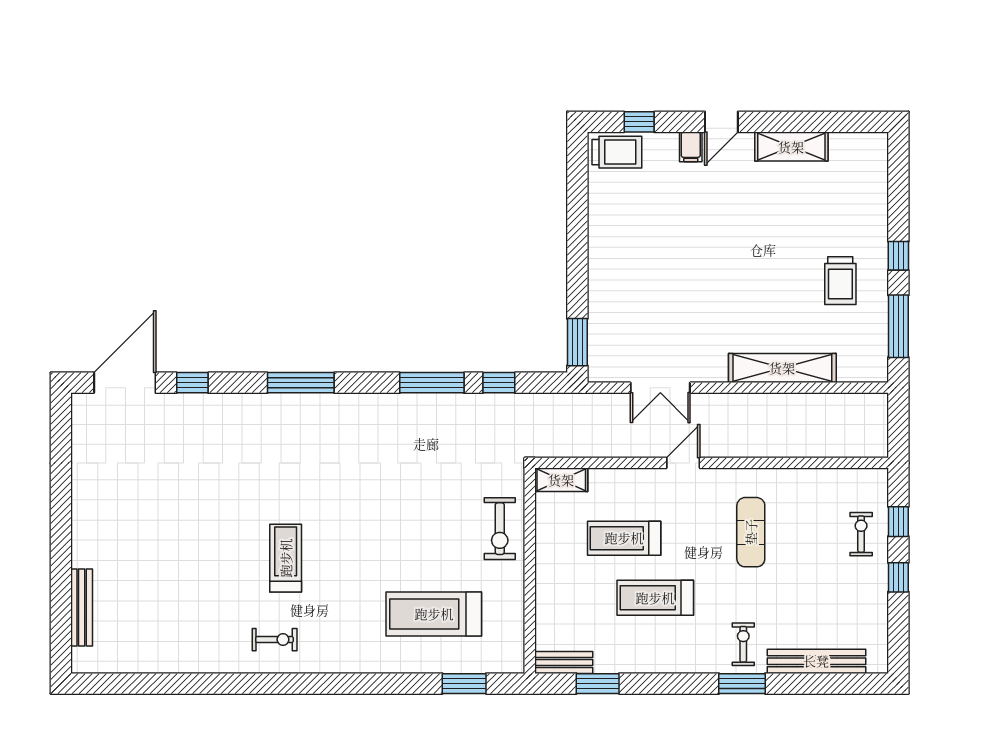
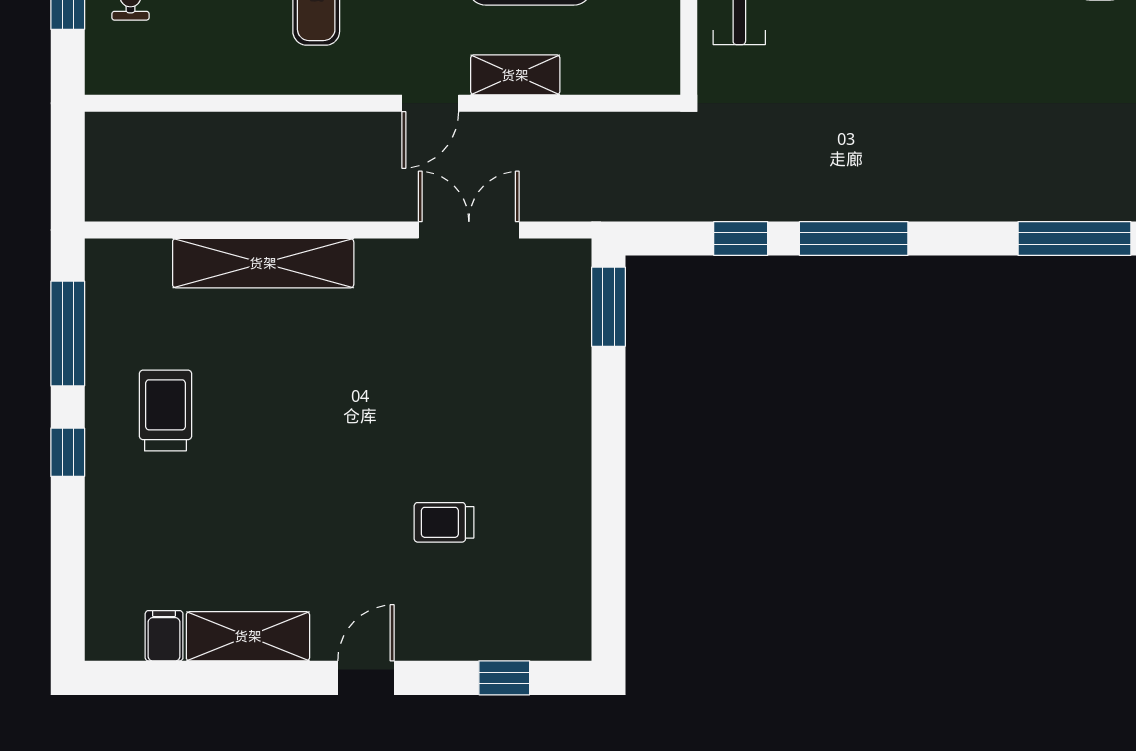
filing cabinet: (691, 147) -> (164, 636), moved
trolley: (617, 152) -> (444, 522), moved, width x0.73, depth x0.72
shelving: (561, 480) -> (515, 75), moved

